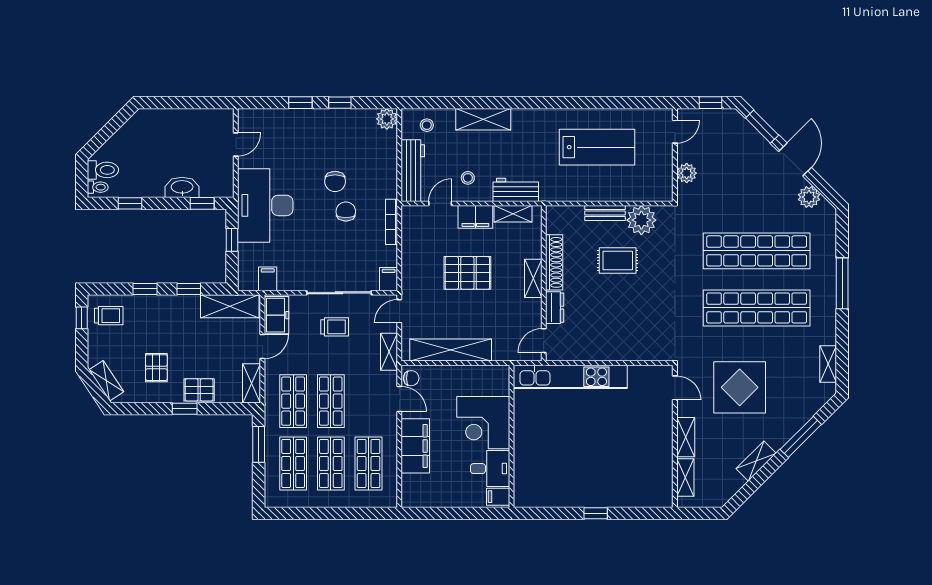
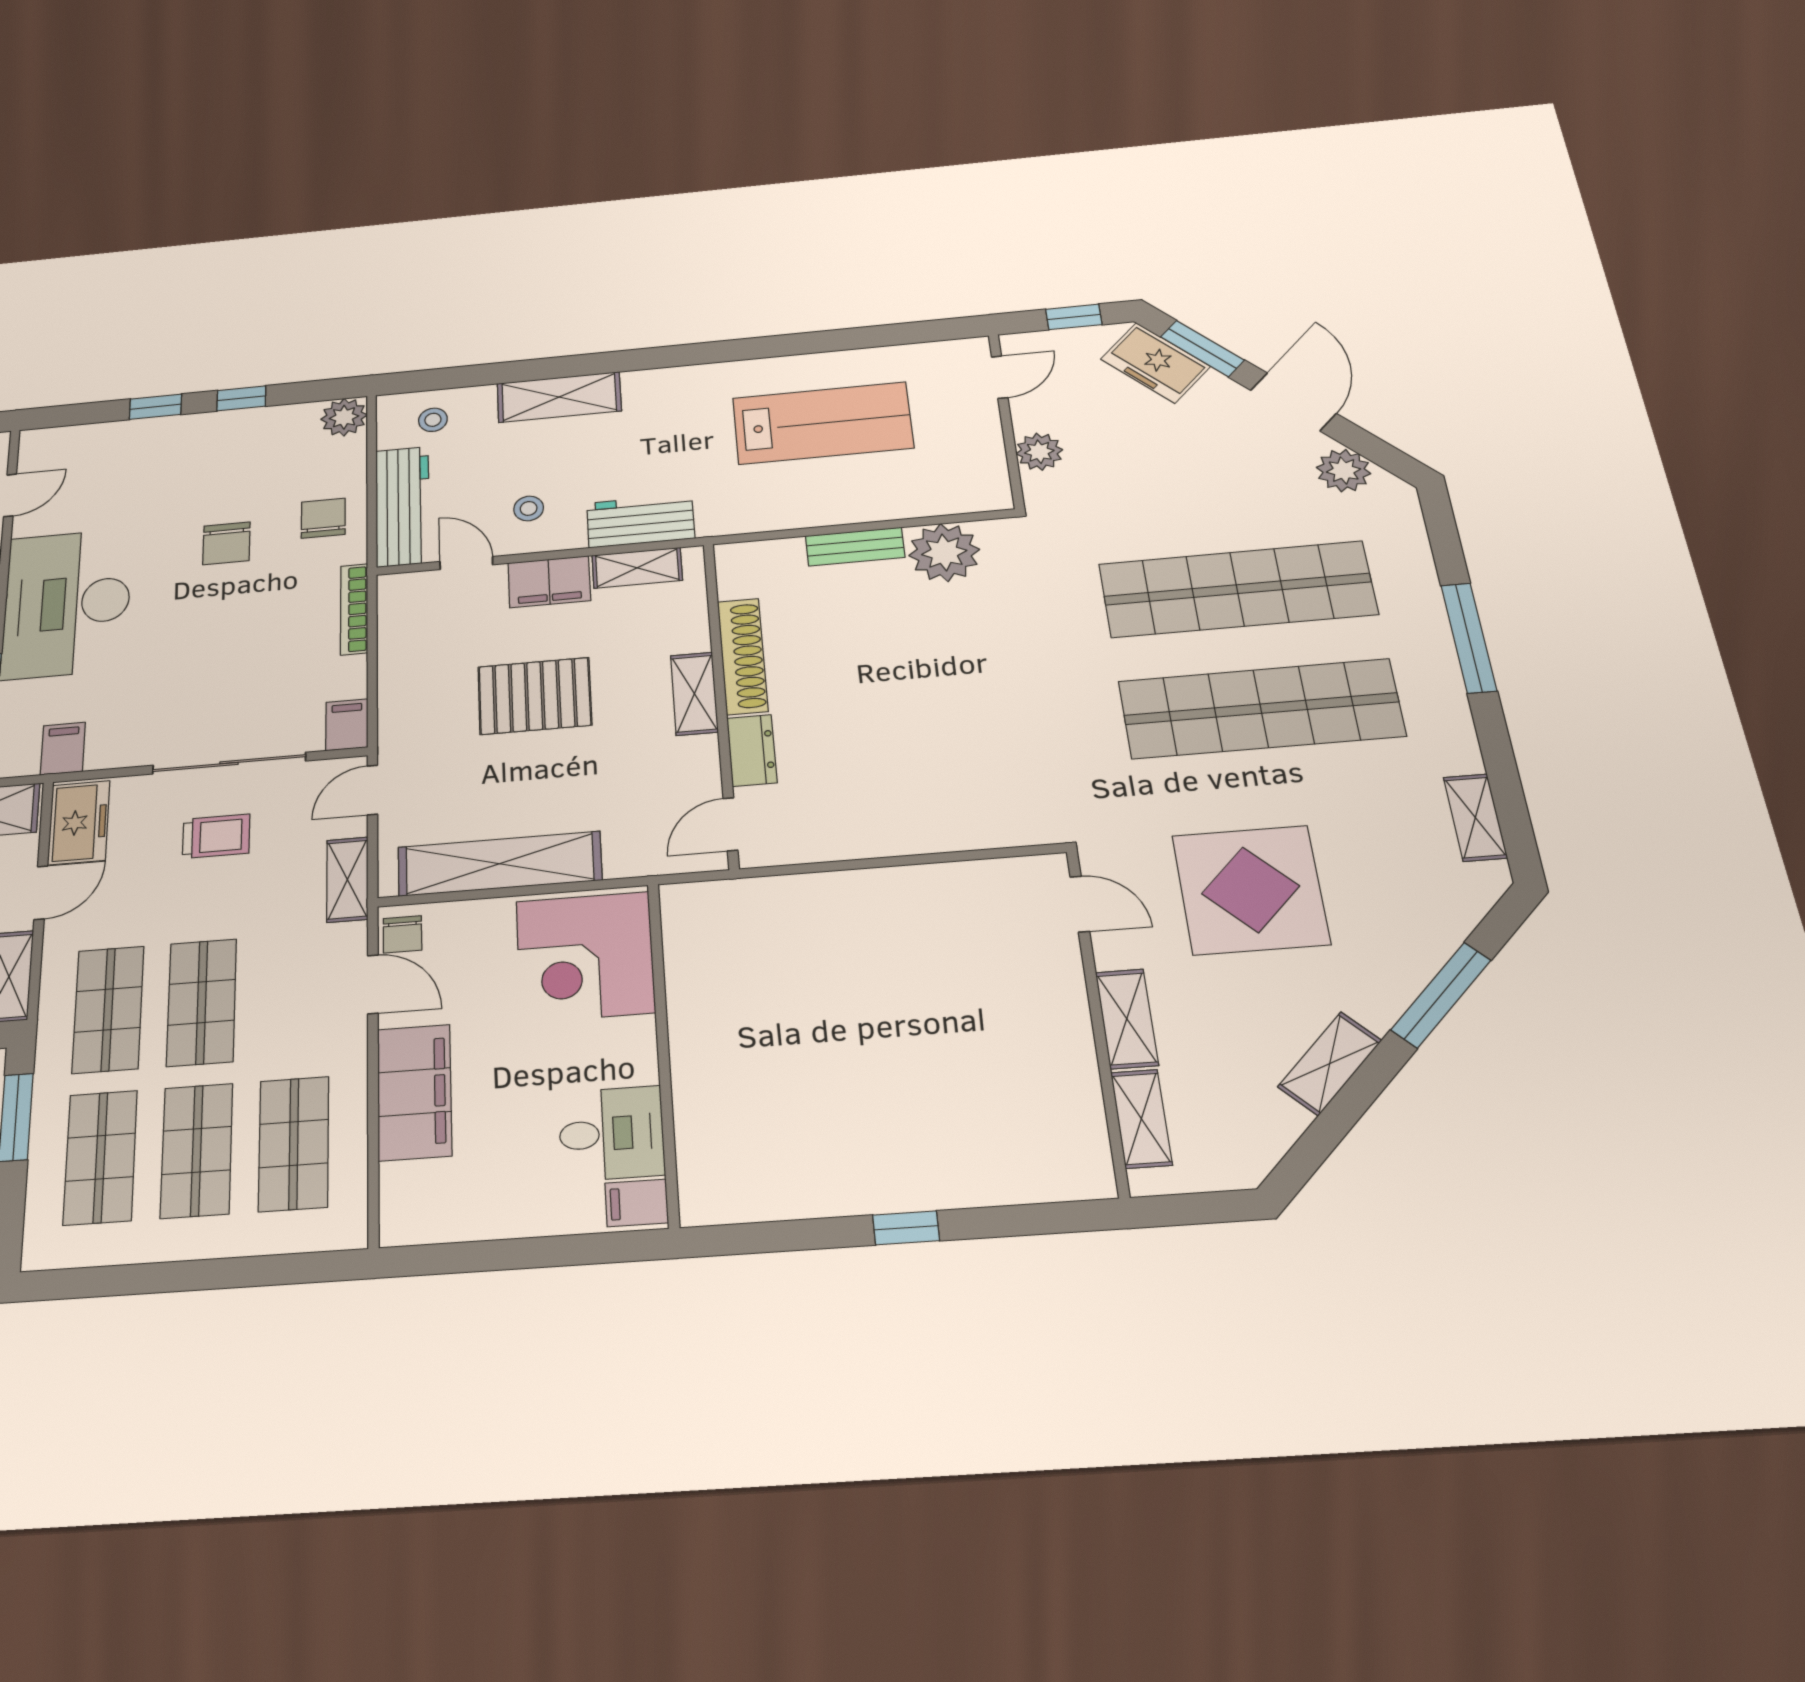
freezer: (741, 132) -> (1155, 363), added
door: (440, 203) -> (466, 563), hinge flipped
chair: (346, 212) -> (323, 518), moved
rug: (618, 261) -> (897, 639), removed
kitchen unit: (570, 377) -> (805, 900), removed
chair: (411, 378) -> (402, 934), turned 90
corner desk: (483, 423) -> (585, 957), moved

